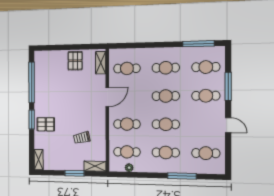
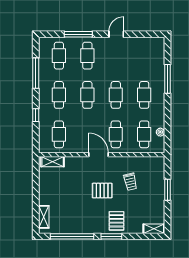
window: (198, 44) -> (36, 73), moved
window: (146, 45) -> (36, 115), added
pallet: (75, 61) -> (102, 191), moved
door: (107, 97) -> (99, 155), moved
cafe table: (206, 153) -> (144, 56), removed
shelving: (95, 166) -> (44, 217), moved

